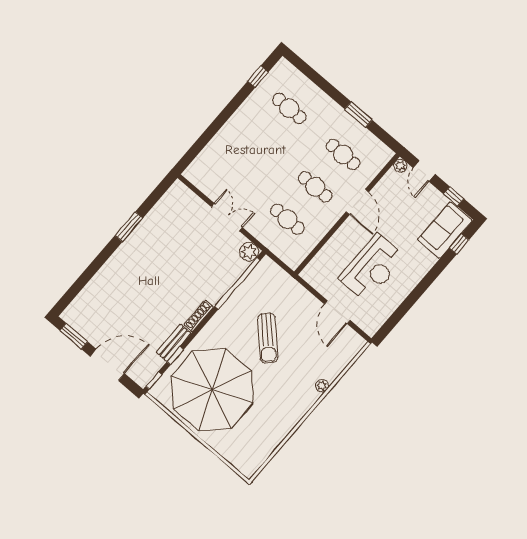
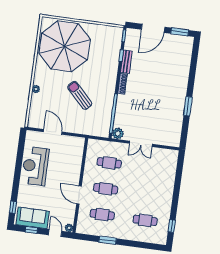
sofa: (445, 230) -> (32, 218), moved, turned -90
reception desk: (372, 268) -> (35, 166), moved
parasol: (212, 390) -> (65, 46), moved

